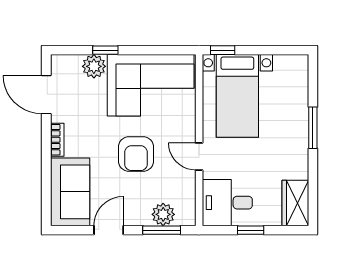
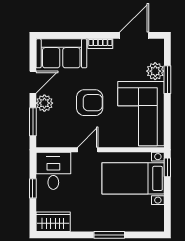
window: (105, 50) -> (167, 80), width x1.50
armchair: (136, 154) -> (90, 103), turned 180
plant: (163, 214) -> (44, 103), moved
door: (109, 230) -> (33, 82), hinge flipped

